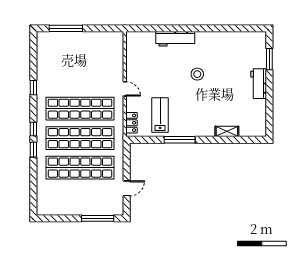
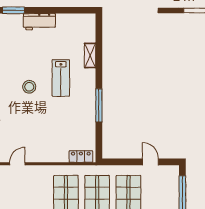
door: (125, 89) -> (17, 164), moved
lab bench: (160, 115) -> (61, 78), moved, turned -90

